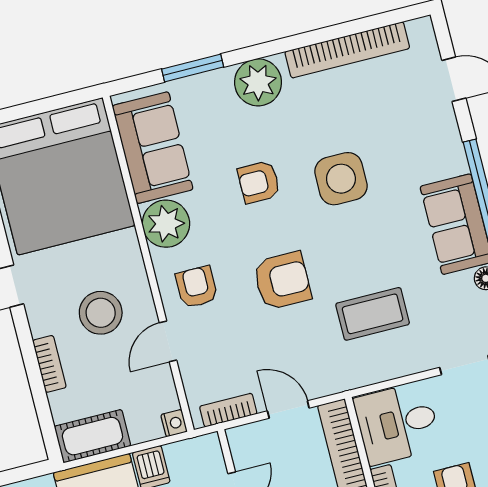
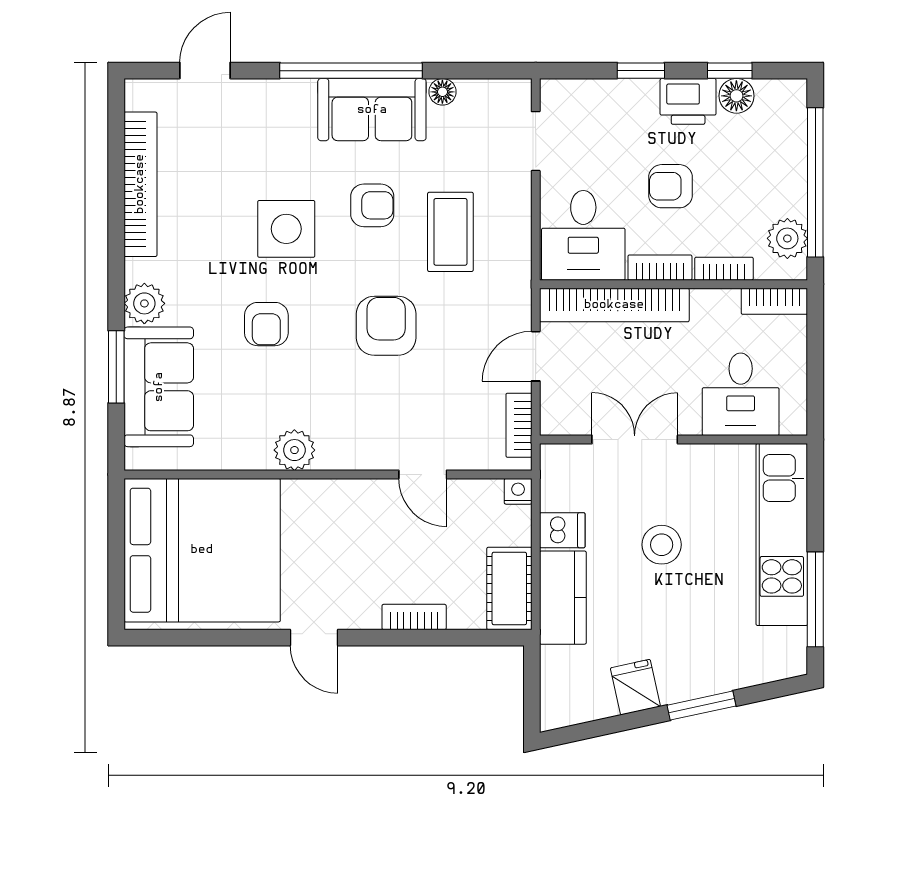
plant: (258, 82) -> (144, 303), width x0.73, depth x0.73
sofa: (153, 148) -> (159, 387), moved, turned 90
plant: (166, 224) -> (294, 450), width x0.73, depth x0.73
armchair: (197, 287) -> (372, 205), moved, turned 180
stool: (101, 313) -> (370, 543), removed

